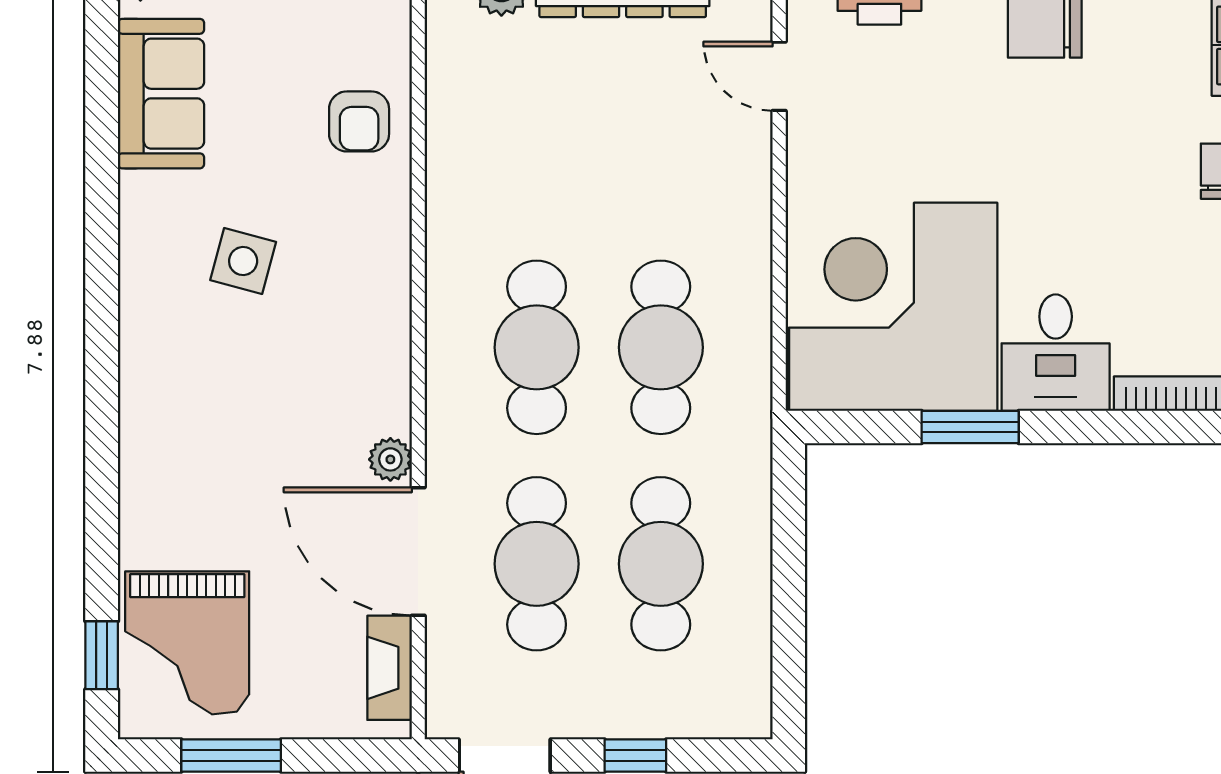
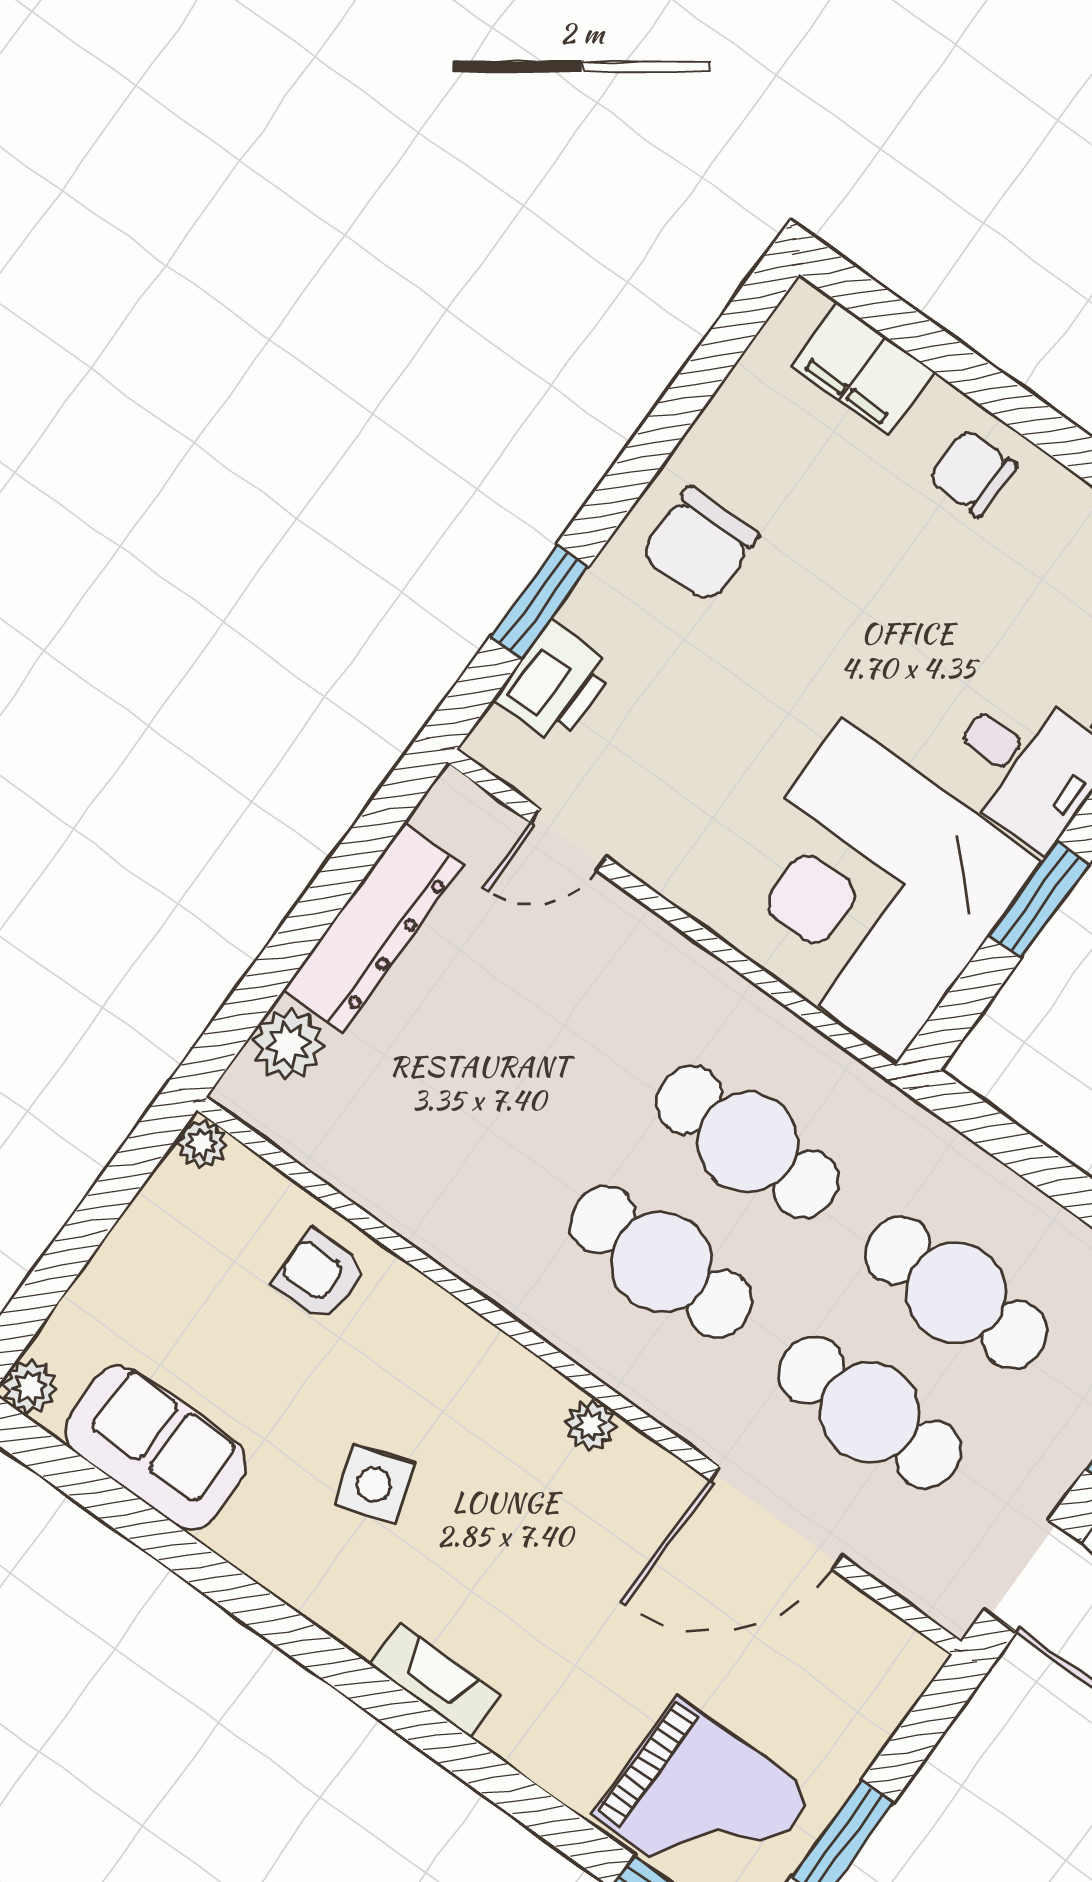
armchair: (359, 121) -> (320, 1276), turned 180
side table: (243, 261) -> (374, 1485), turned -33
plant: (390, 459) -> (591, 1425), moved
fireplace: (390, 668) -> (435, 1680), moved, turned 180

